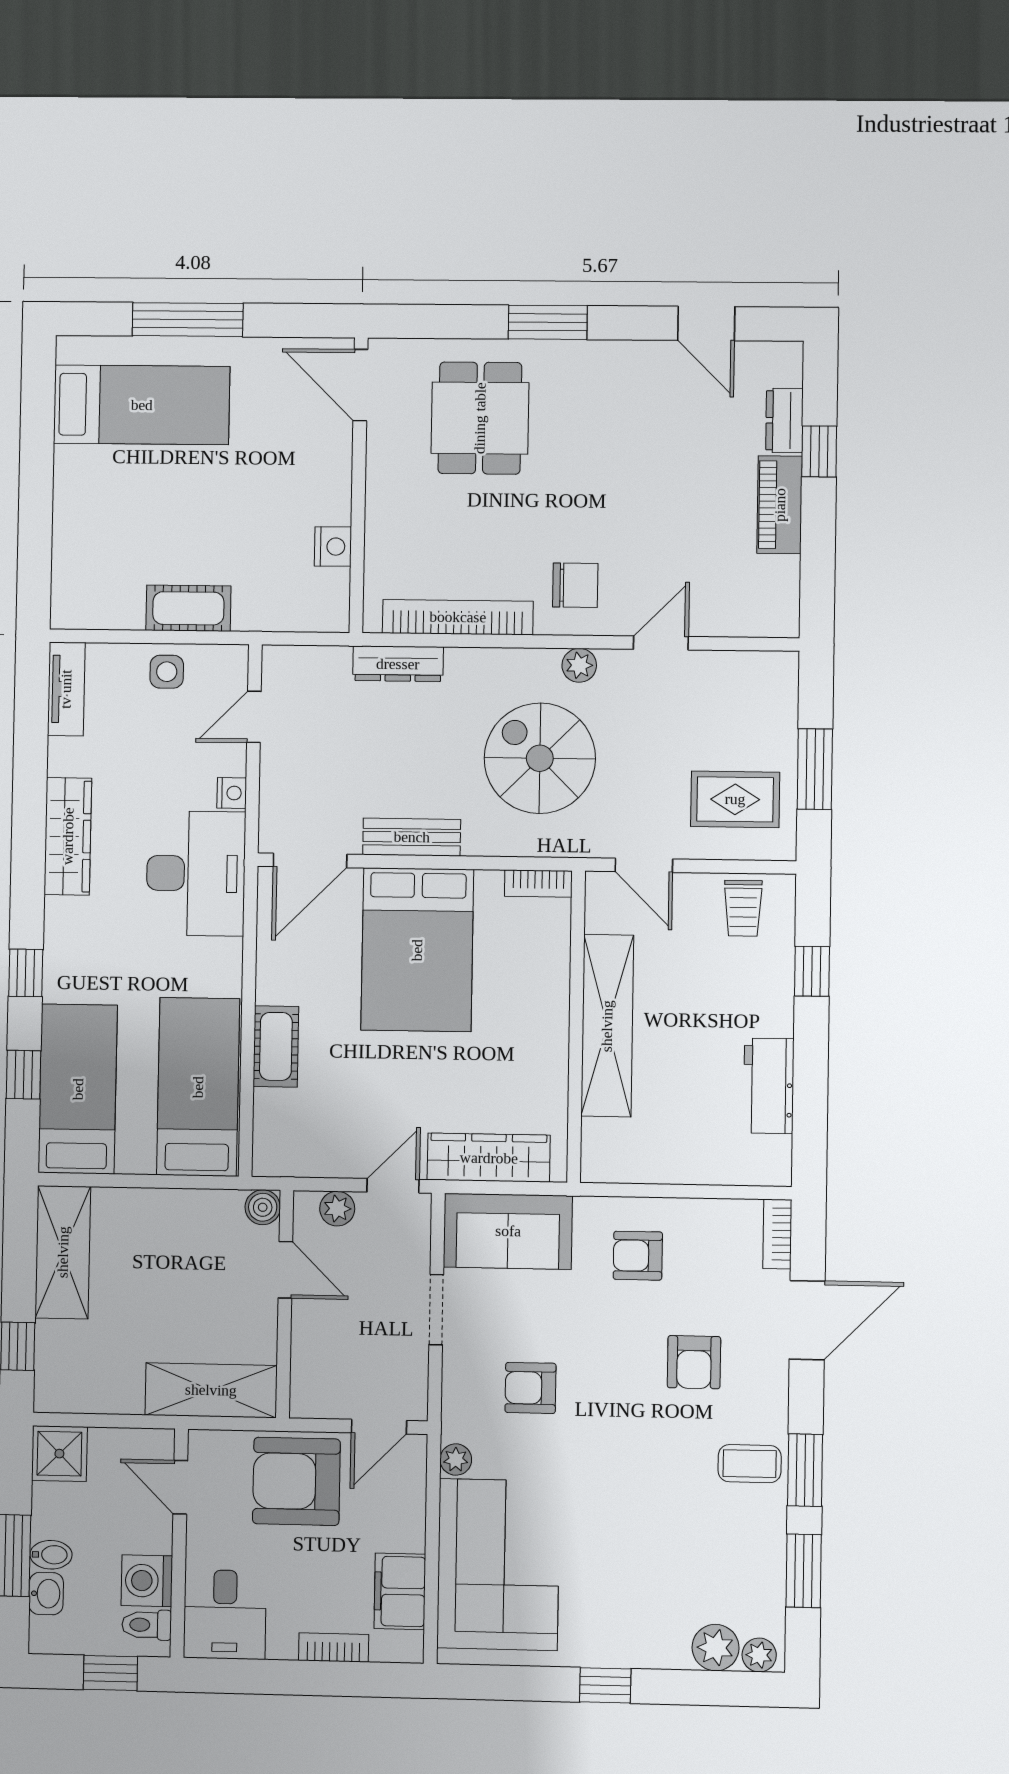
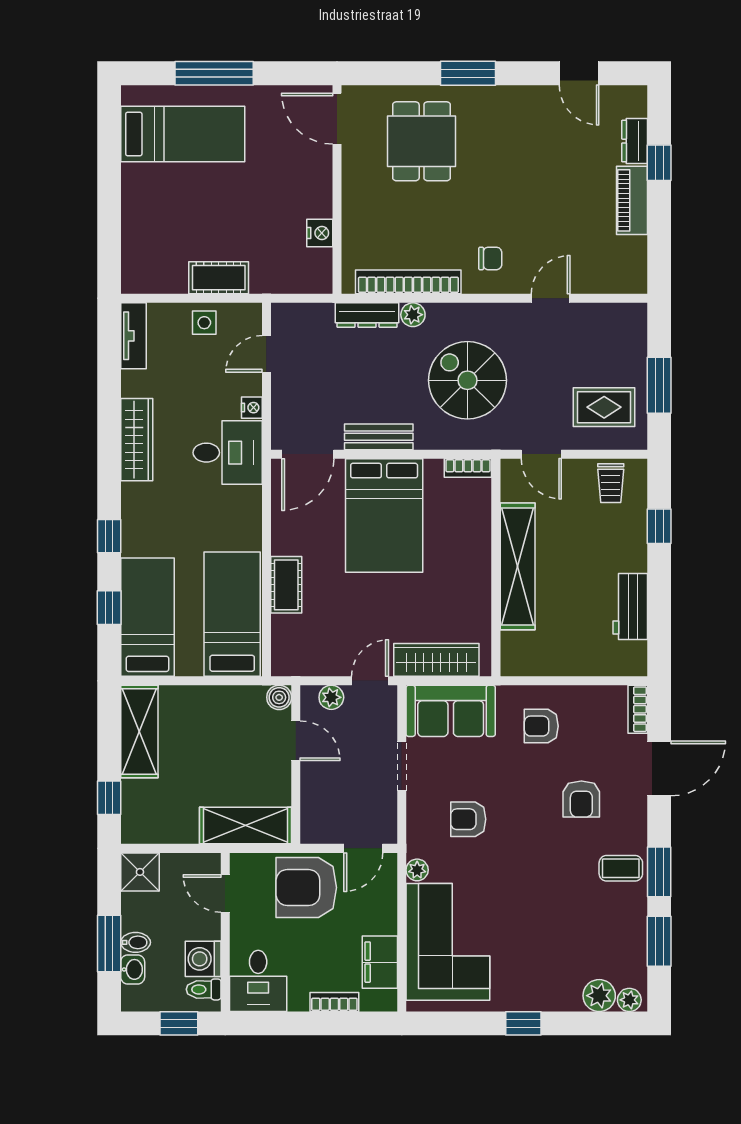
chair: (575, 585) -> (490, 258), width x0.73, depth x0.73
plant: (579, 665) -> (413, 315), moved
desk: (196, 873) -> (228, 453), width x0.73

